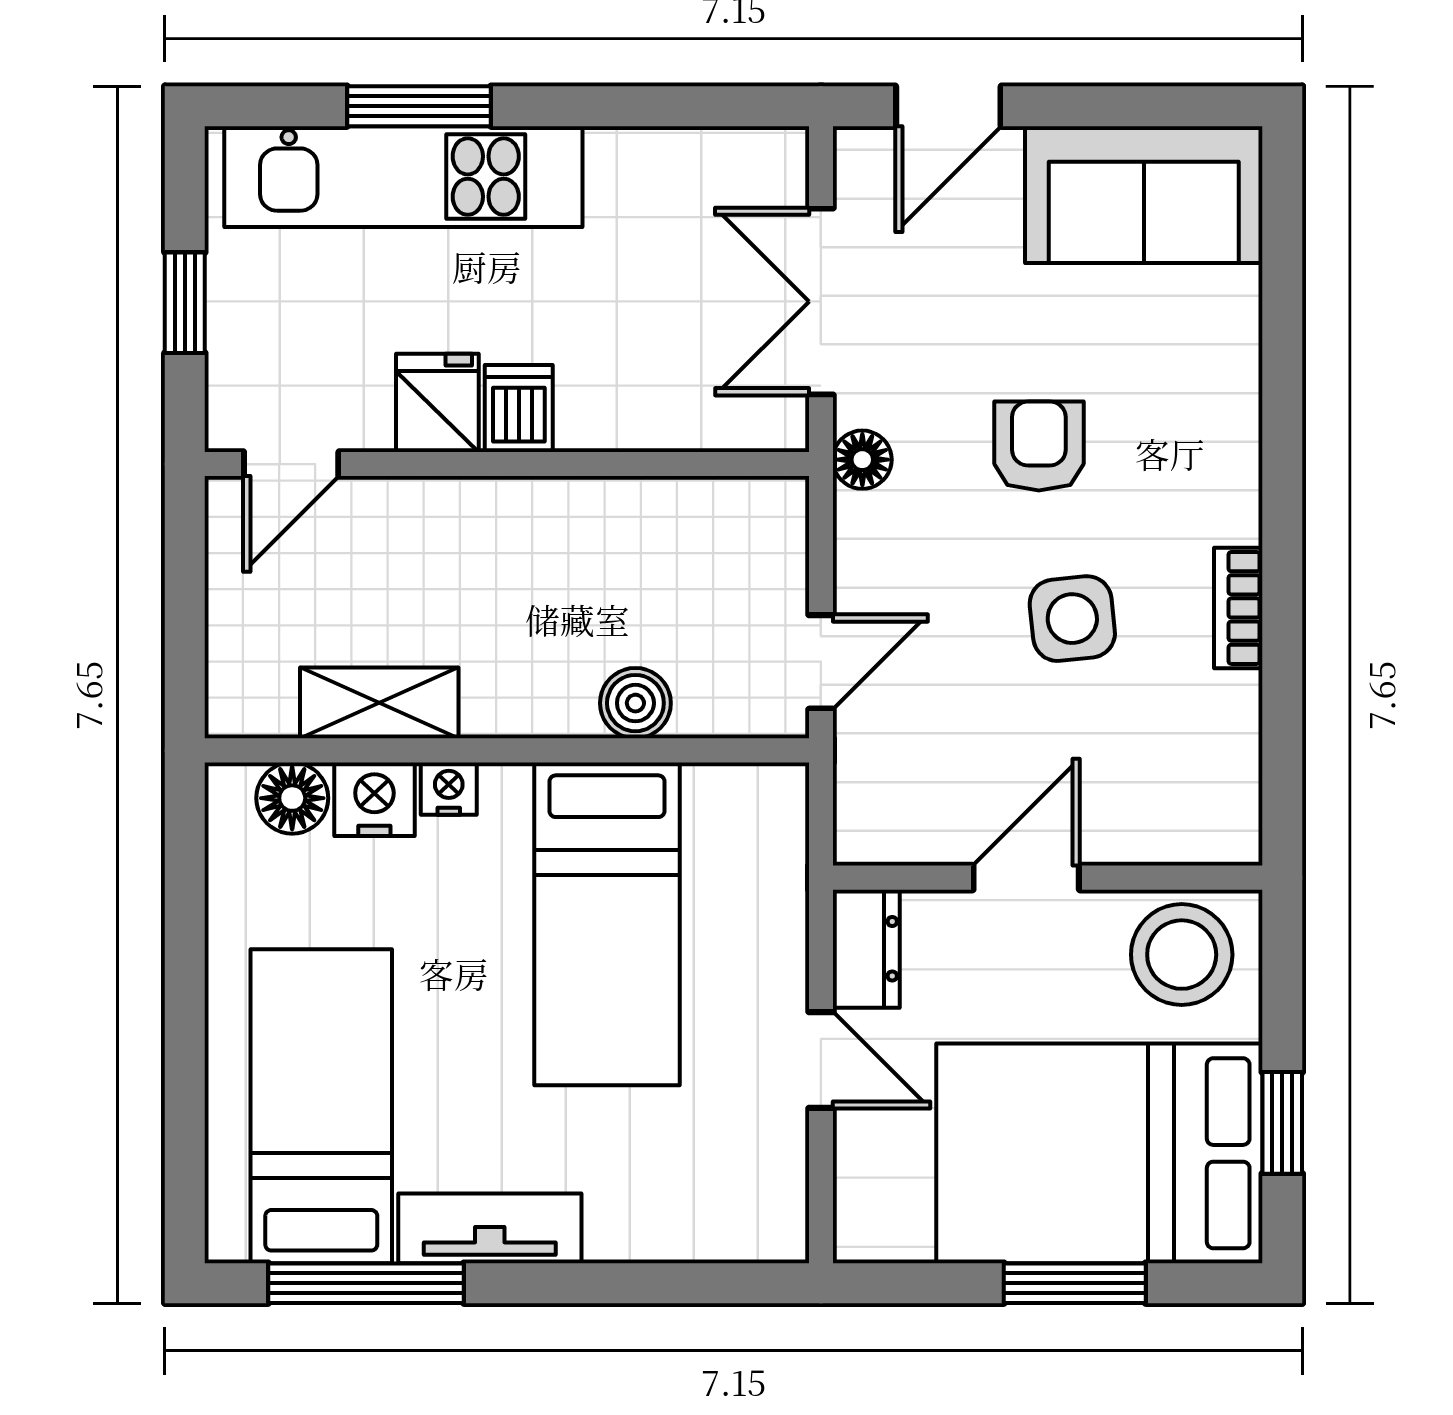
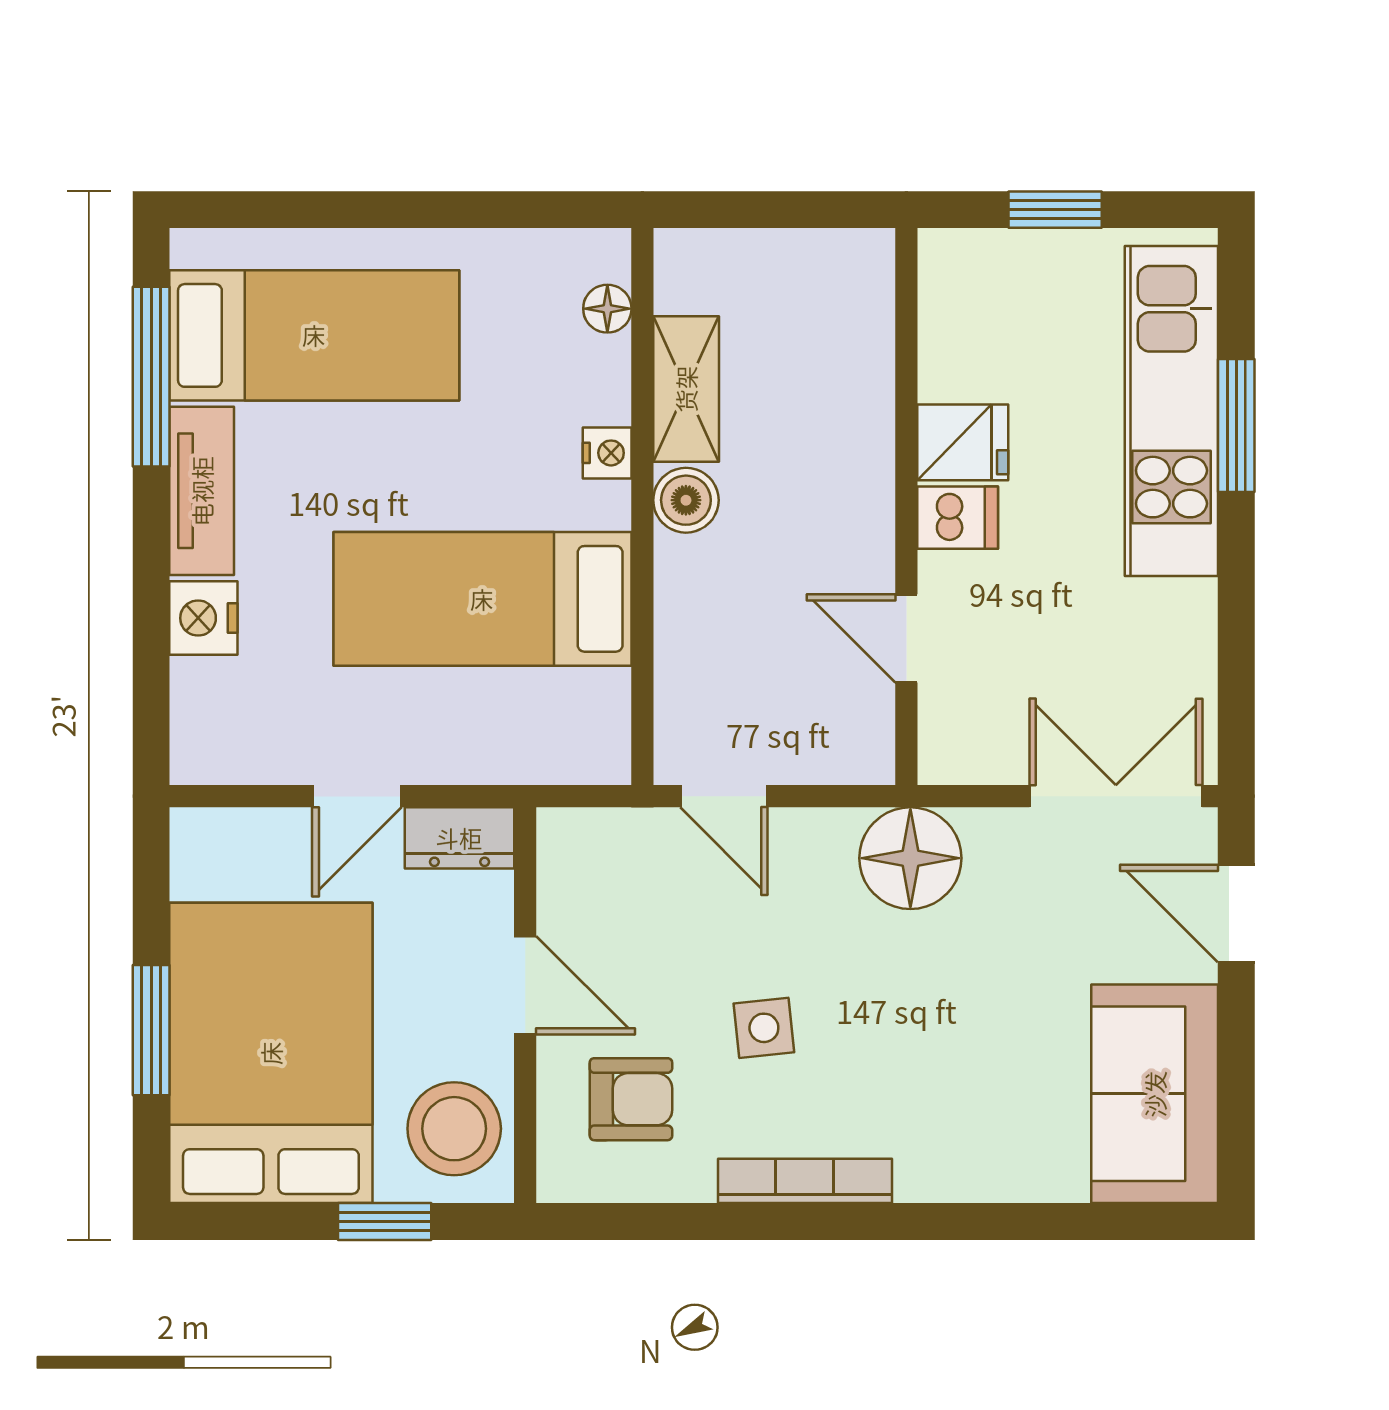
double door: (821, 302) -> (1116, 796), moved
armchair: (1039, 446) -> (631, 1099), moved
floor lamp: (862, 460) -> (910, 858), width x1.89, depth x1.89
door: (291, 464) -> (906, 638), moved
bookcase: (1238, 608) -> (805, 1181), width x1.56
side table: (1072, 619) -> (764, 1028), width x0.73, depth x0.73
boiler: (635, 703) -> (686, 500), moved
floor lamp: (292, 798) -> (607, 309), width x0.73, depth x0.73
nightstand: (374, 799) -> (203, 618), moved, turned 180
window: (1282, 1123) -> (385, 1221), moved

